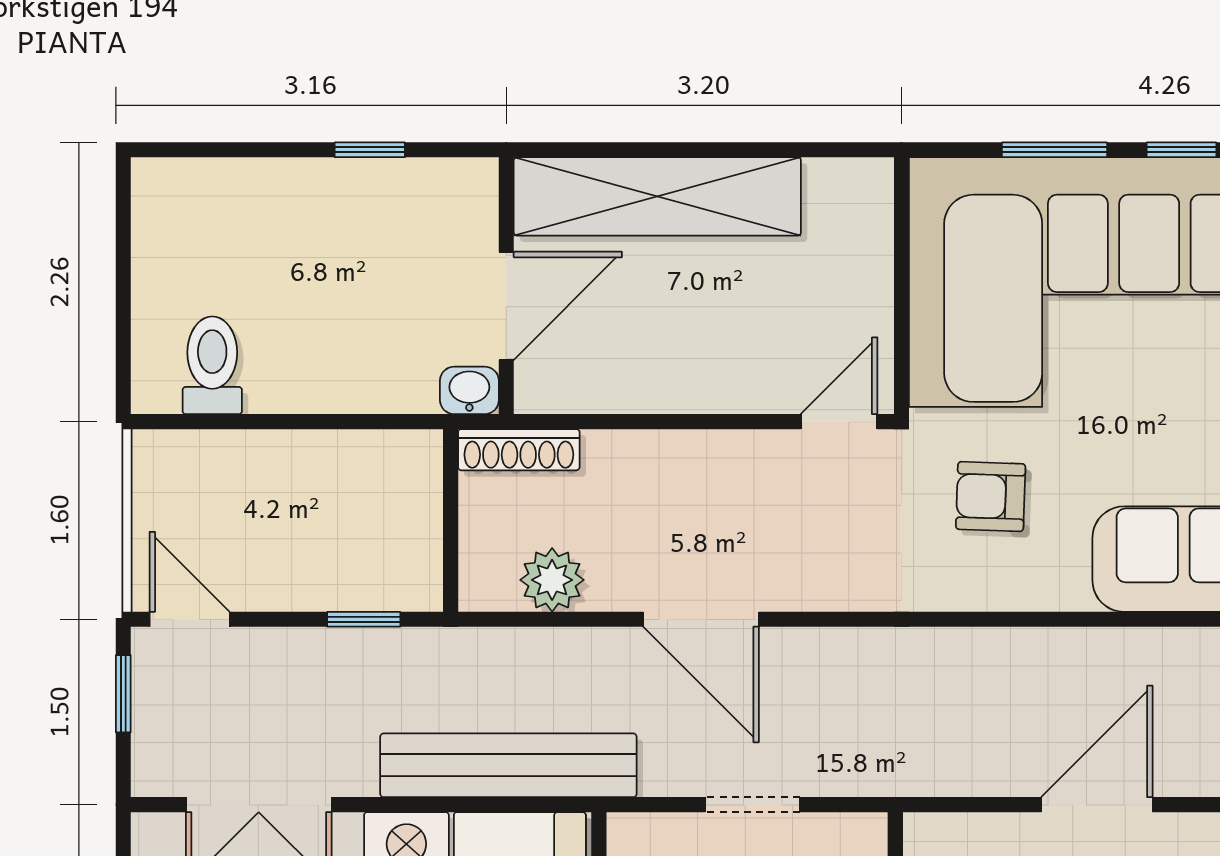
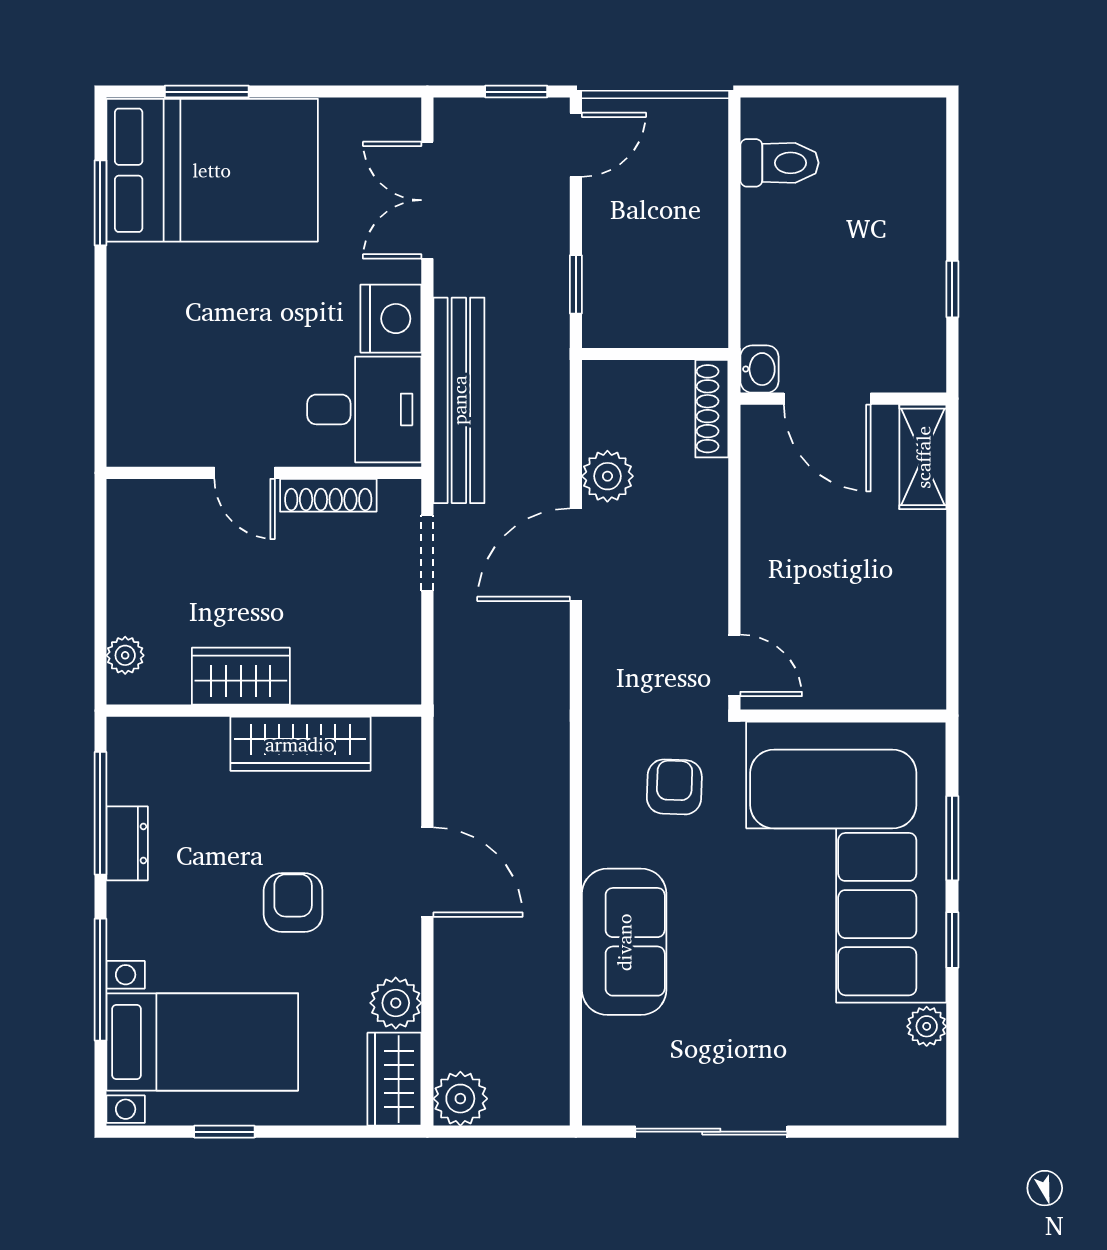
shelving: (657, 196) -> (923, 457), width x0.45, depth x0.75
plant: (552, 580) -> (607, 476), moved
doorway: (752, 805) -> (427, 553), moved

